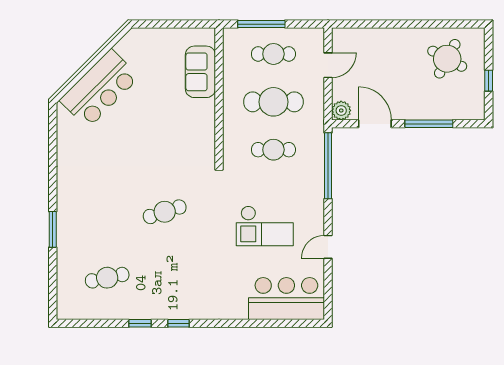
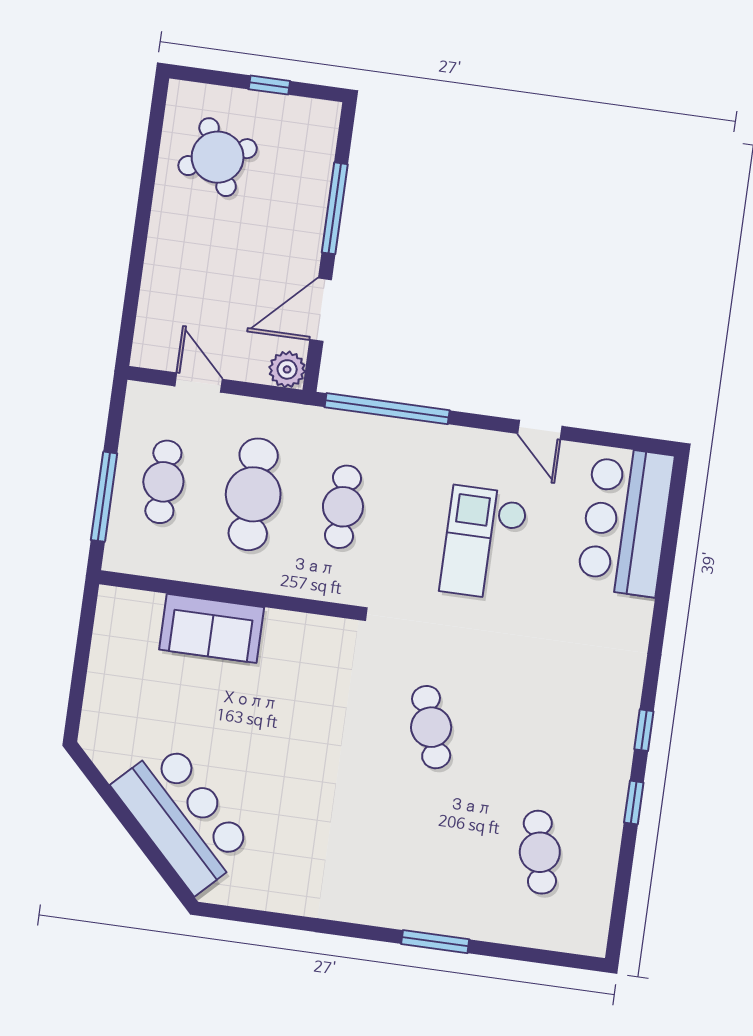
round table: (447, 59) -> (218, 157), turned 38
sofa: (200, 72) -> (212, 628), moved
checkout: (265, 226) -> (484, 543), turned 180

